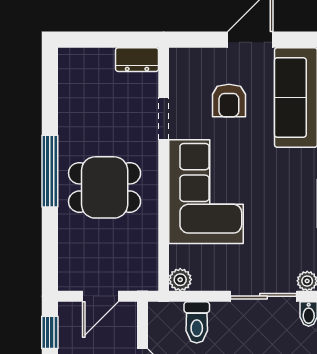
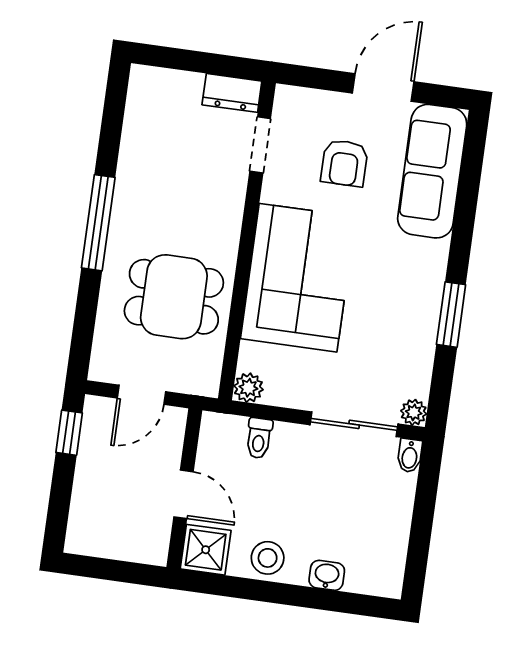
doorway: (164, 119) -> (260, 145), moved
dining table: (105, 187) -> (174, 297), moved
toilet: (197, 322) -> (259, 438), width x0.73, depth x0.72

